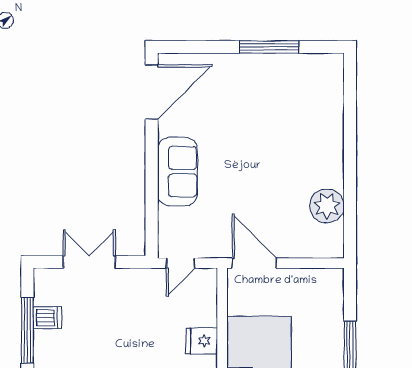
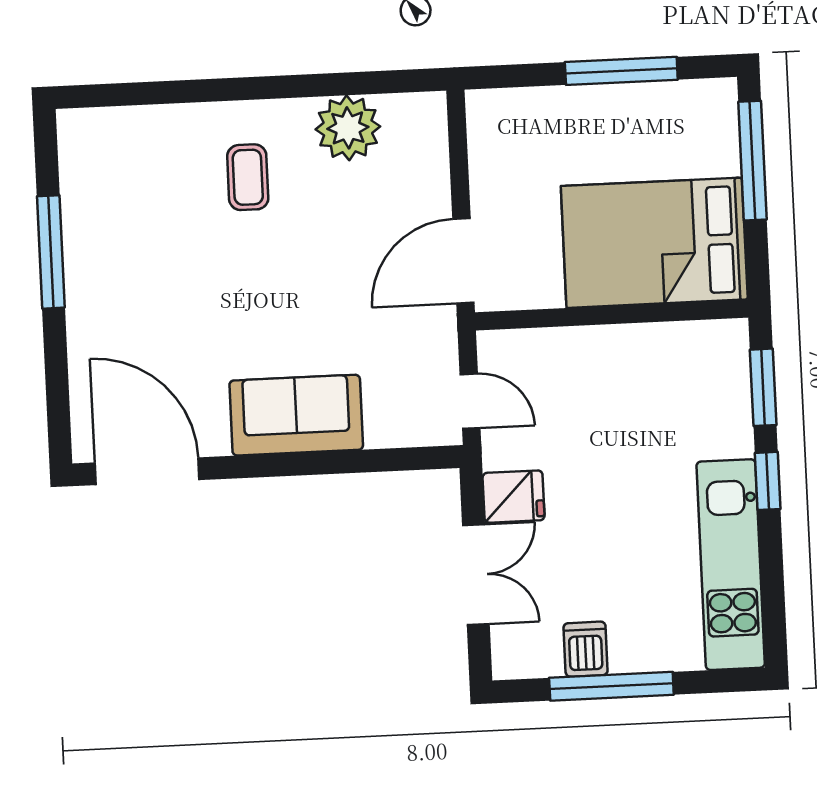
coffee table: (303, 152) -> (248, 177), added
double door: (89, 262) -> (476, 574), swing flipped
fridge: (202, 341) -> (514, 497), moved, turned -90

